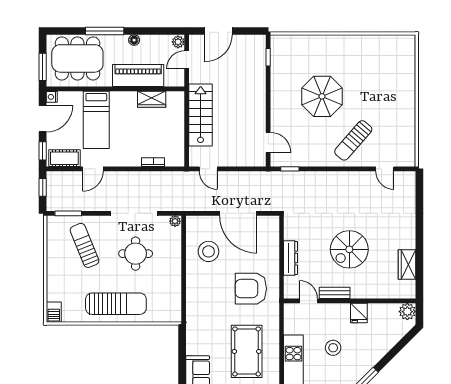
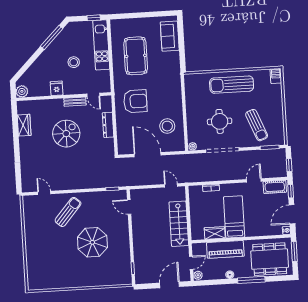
bed: (96, 120) -> (234, 217), moved

